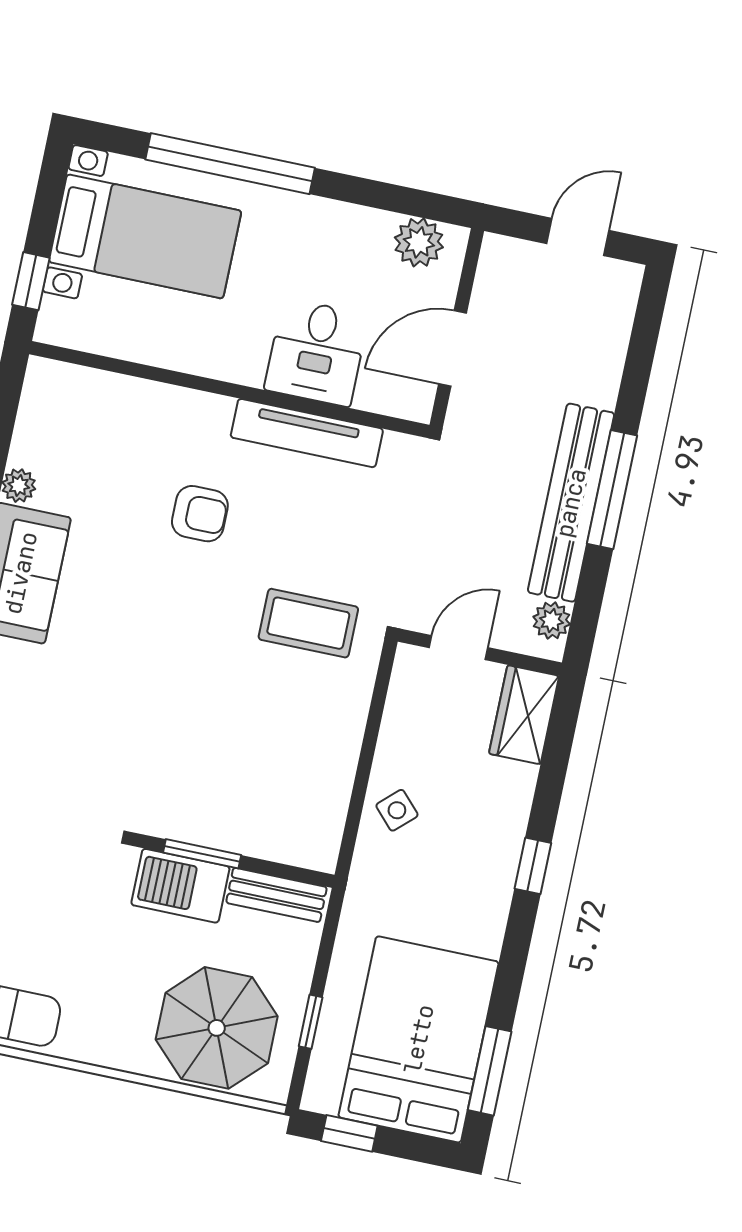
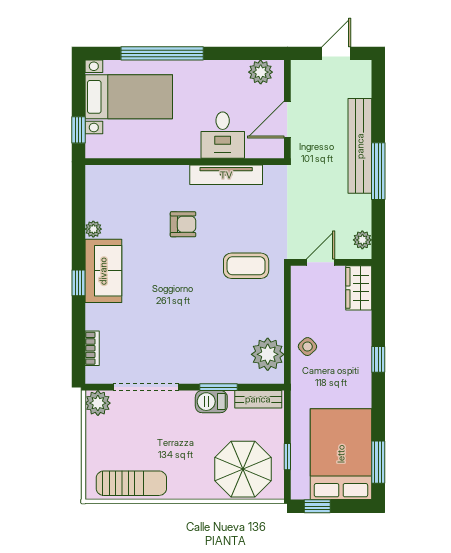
bench: (571, 503) -> (360, 146), moved
plant: (314, 809) -> (268, 354), added
barbecue: (180, 886) -> (211, 402), width x0.73, depth x0.79

